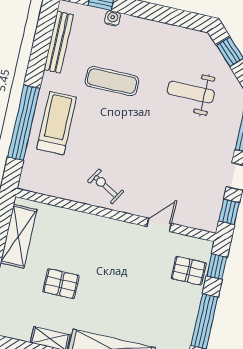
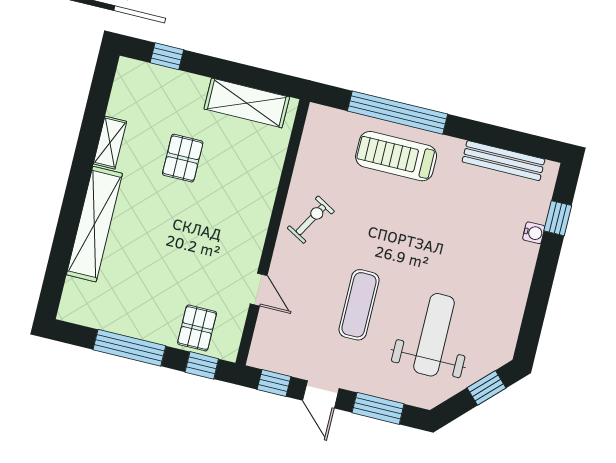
exercise mat: (112, 81) -> (359, 305), moved
weight bench: (191, 92) -> (434, 335), width x1.36, depth x1.33
treadmill: (57, 123) -> (396, 156), turned 180

